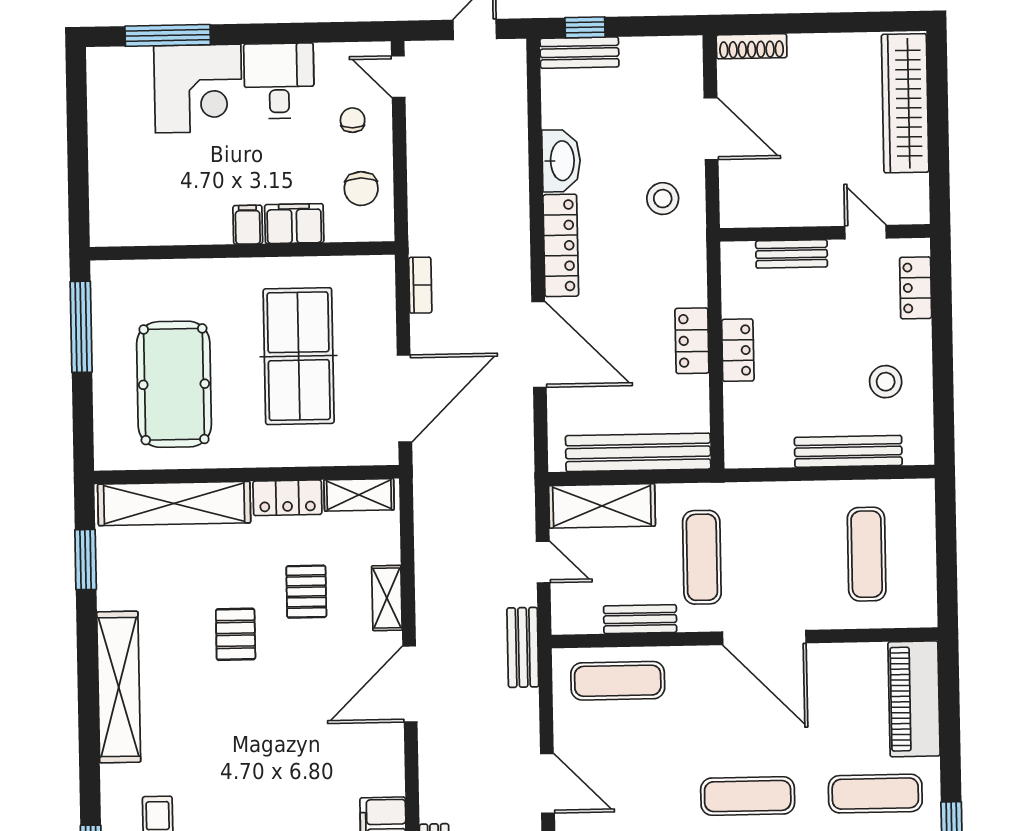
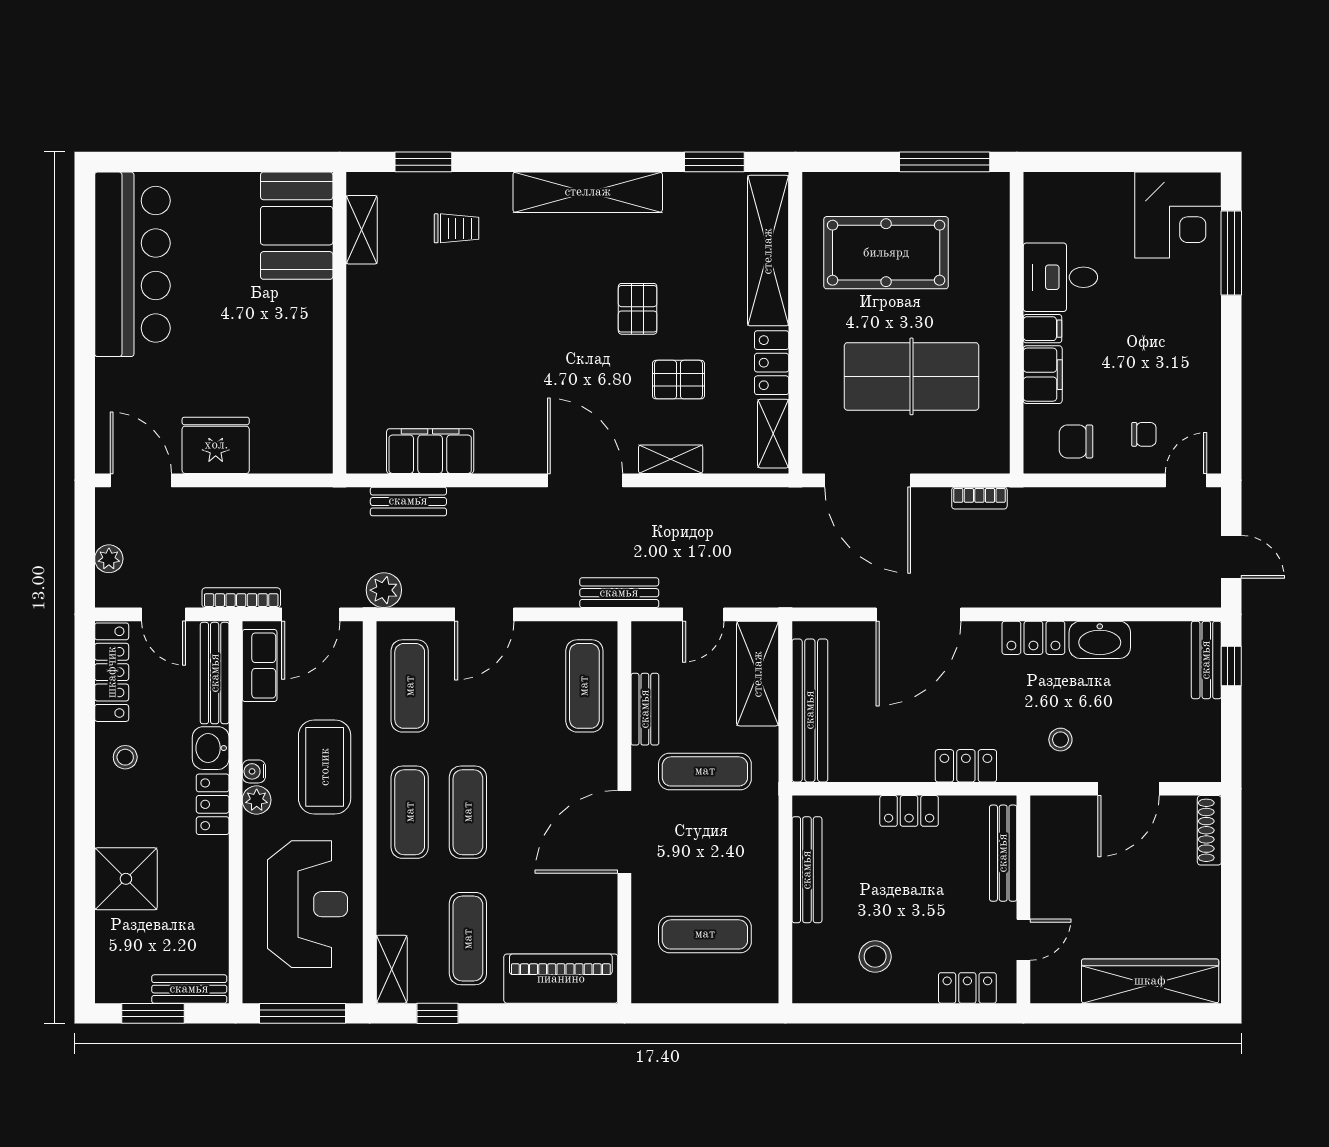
desk: (279, 81) -> (1060, 277), moved, turned 180
corner desk: (198, 89) -> (1178, 215), moved, turned -90
stool: (663, 199) -> (1060, 740), width x0.73, depth x0.73
locker: (561, 245) -> (1033, 638), width x0.66
bench: (792, 254) -> (1003, 853), width x1.36
locker: (692, 341) -> (966, 766), moved
bench: (848, 451) -> (807, 870), moved
pallet: (236, 634) -> (638, 309), turned 90

